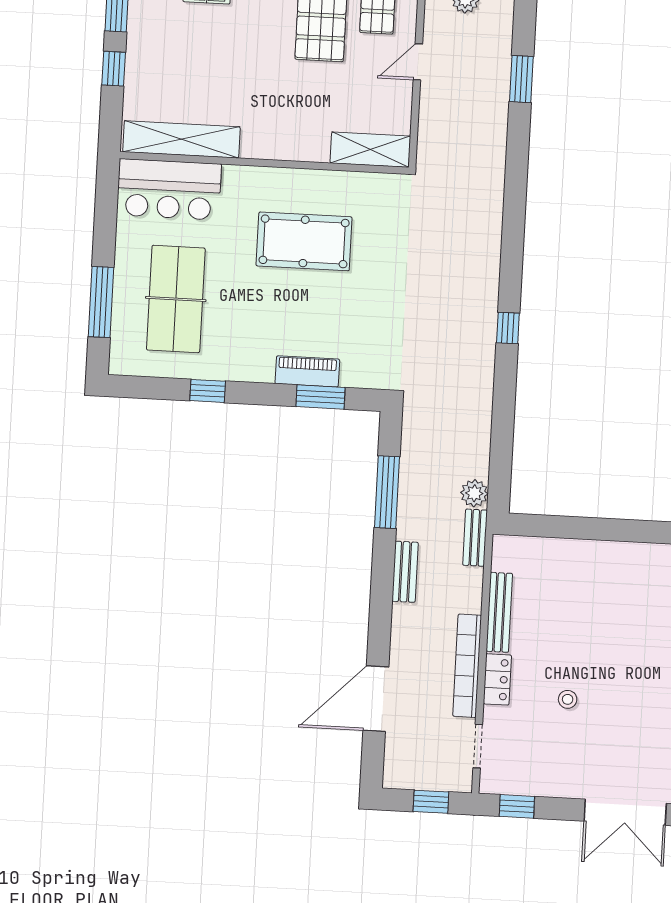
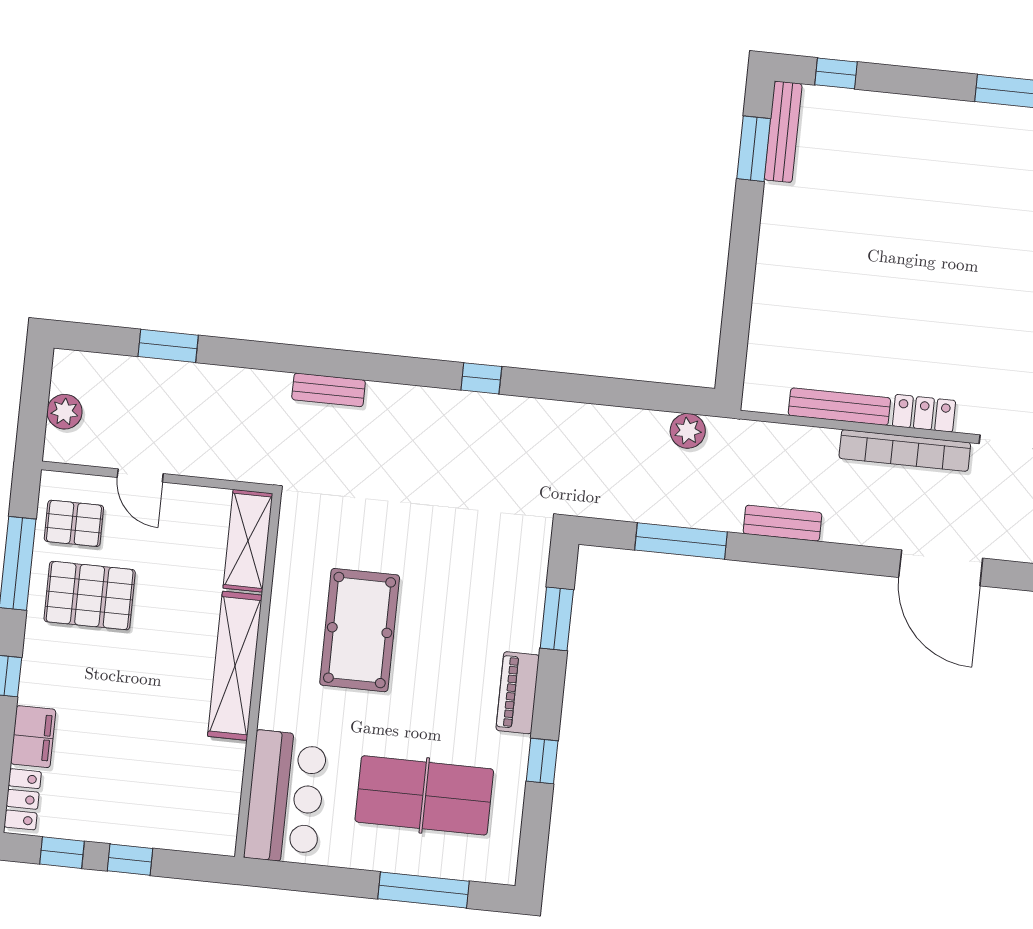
shelving: (181, 139) -> (235, 666), moved
piano: (307, 371) -> (518, 693), moved
bench: (475, 538) -> (329, 390), moved
stool: (568, 699) -> (953, 326), removed

